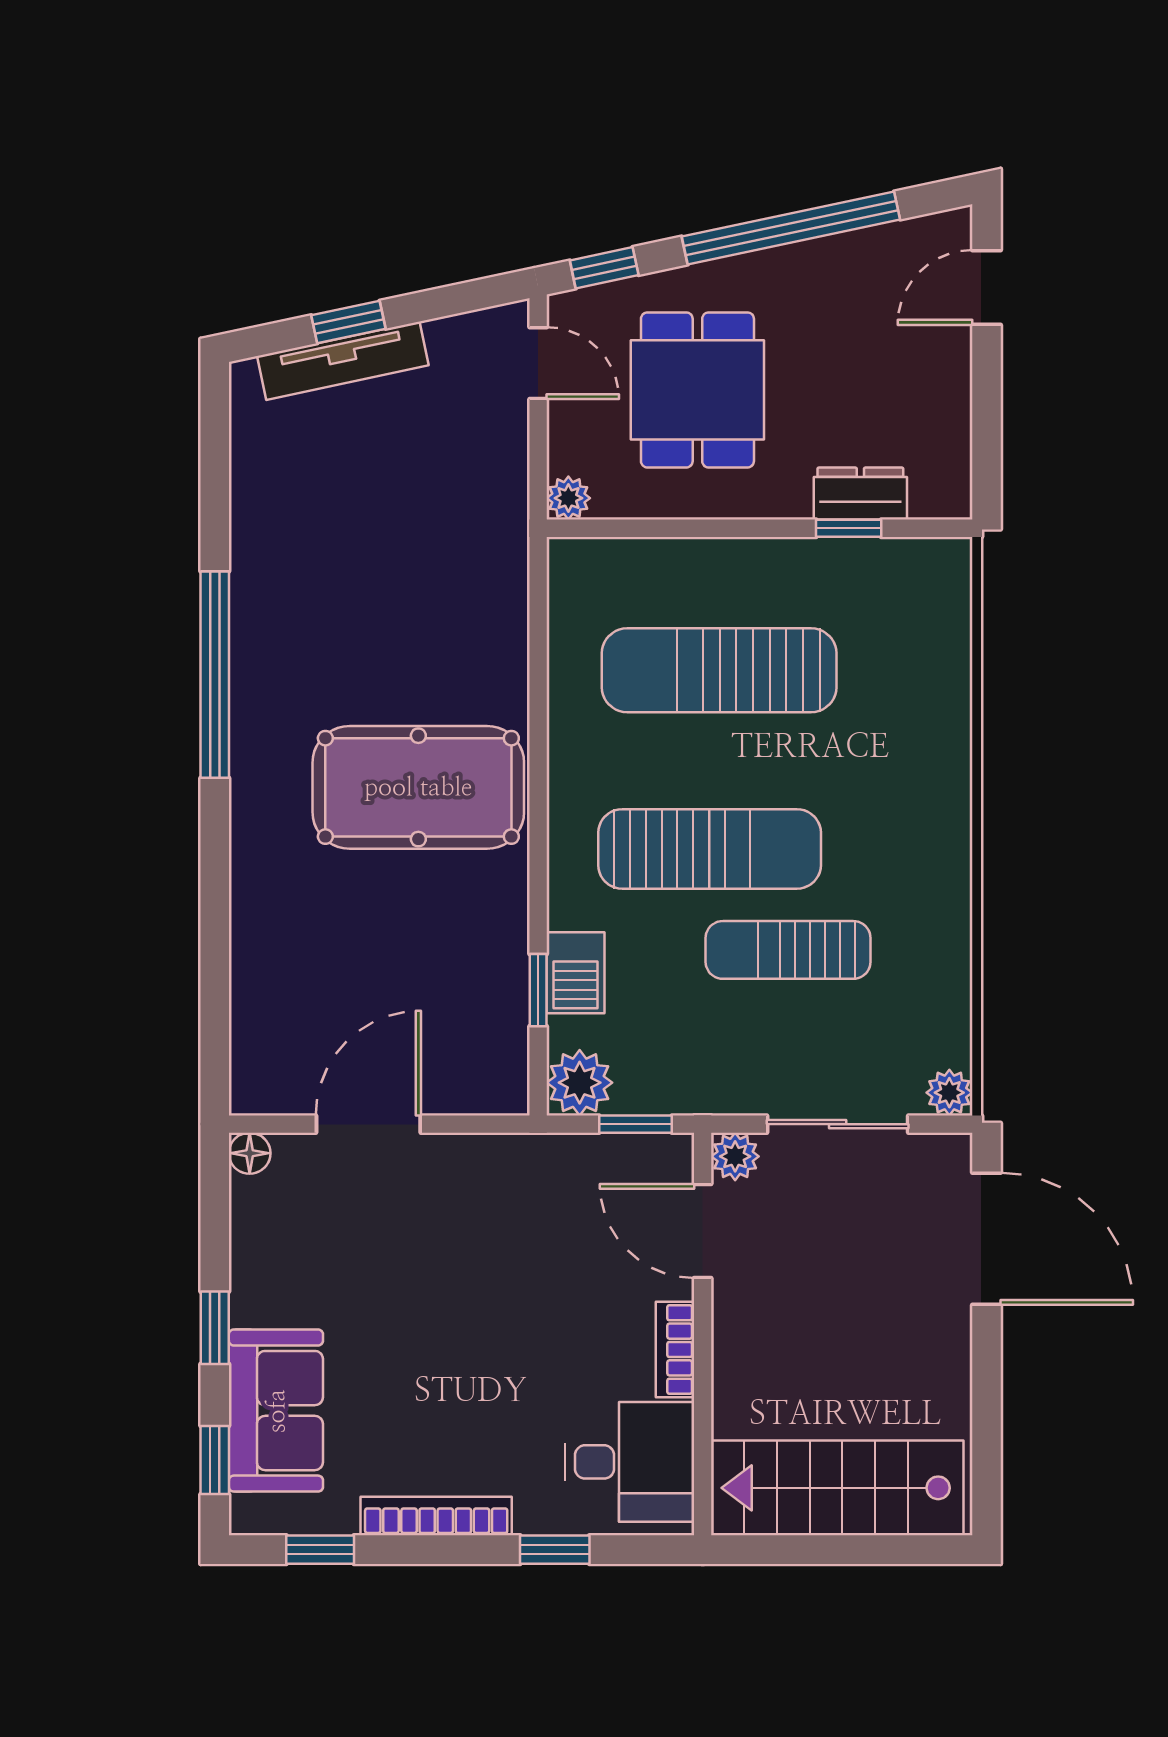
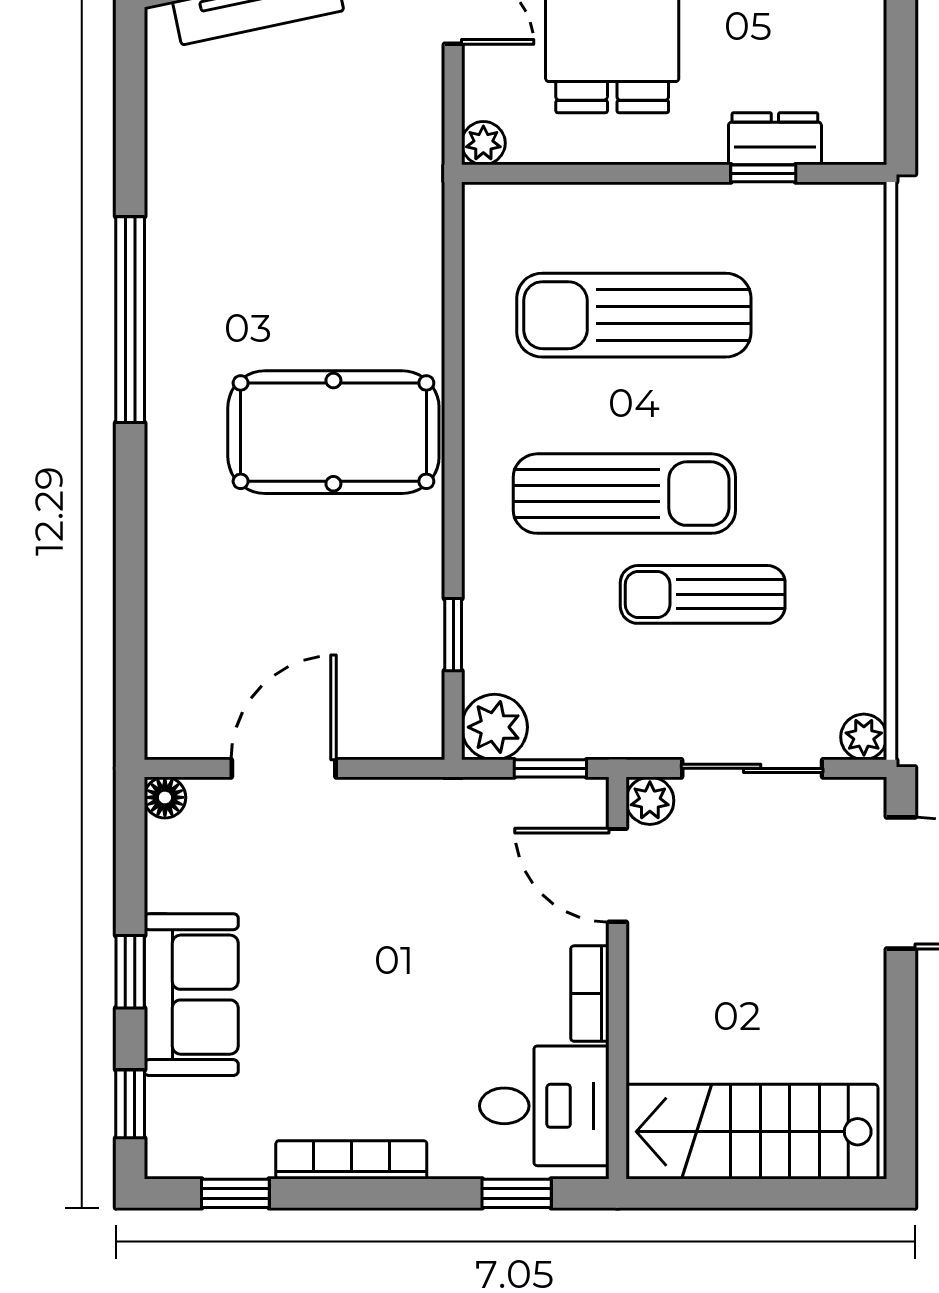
barbecue: (575, 973) -> (490, 617), removed
sofa: (276, 1411) -> (191, 995), moved
window: (555, 1550) -> (517, 1193), moved

